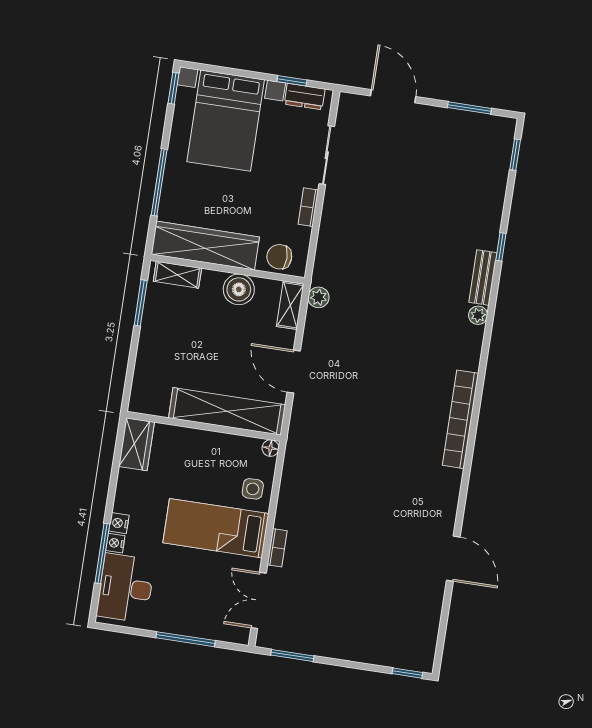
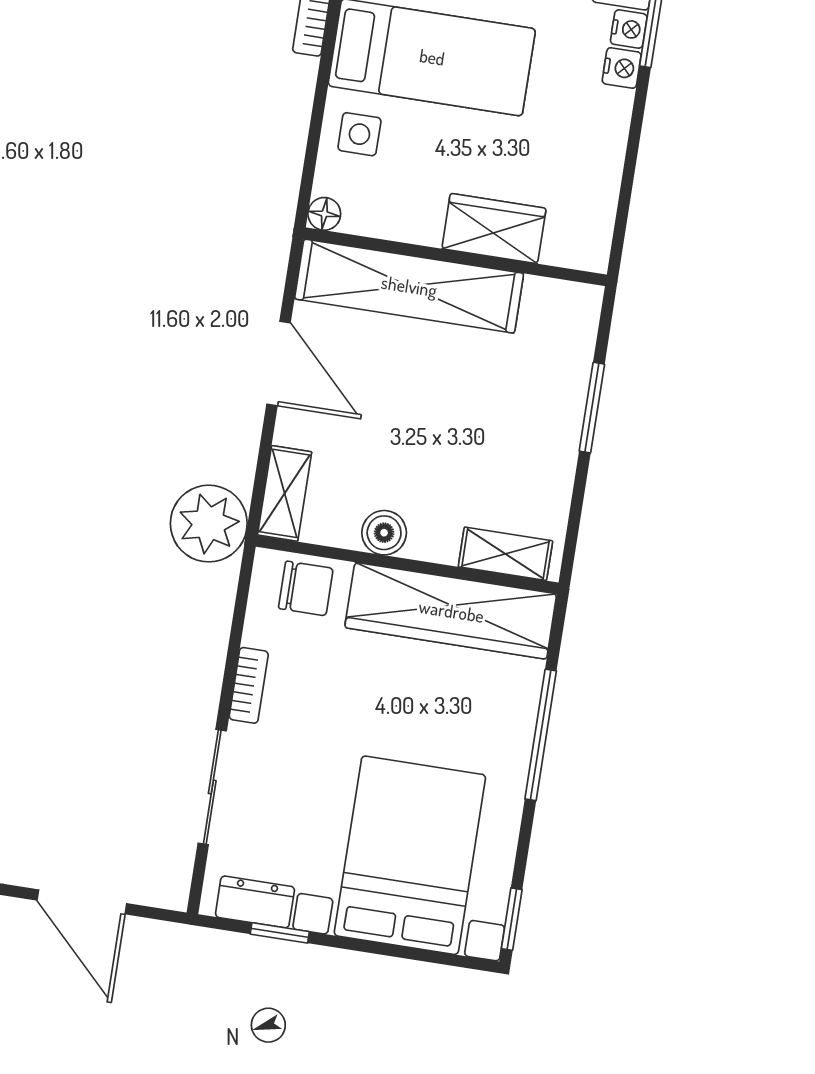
boiler: (239, 289) -> (384, 533), width x0.73, depth x0.73
plant: (319, 297) -> (209, 524), width x1.87, depth x1.87
window: (141, 303) -> (592, 408), moved
wardrobe: (137, 444) -> (494, 229), moved, turned 90

